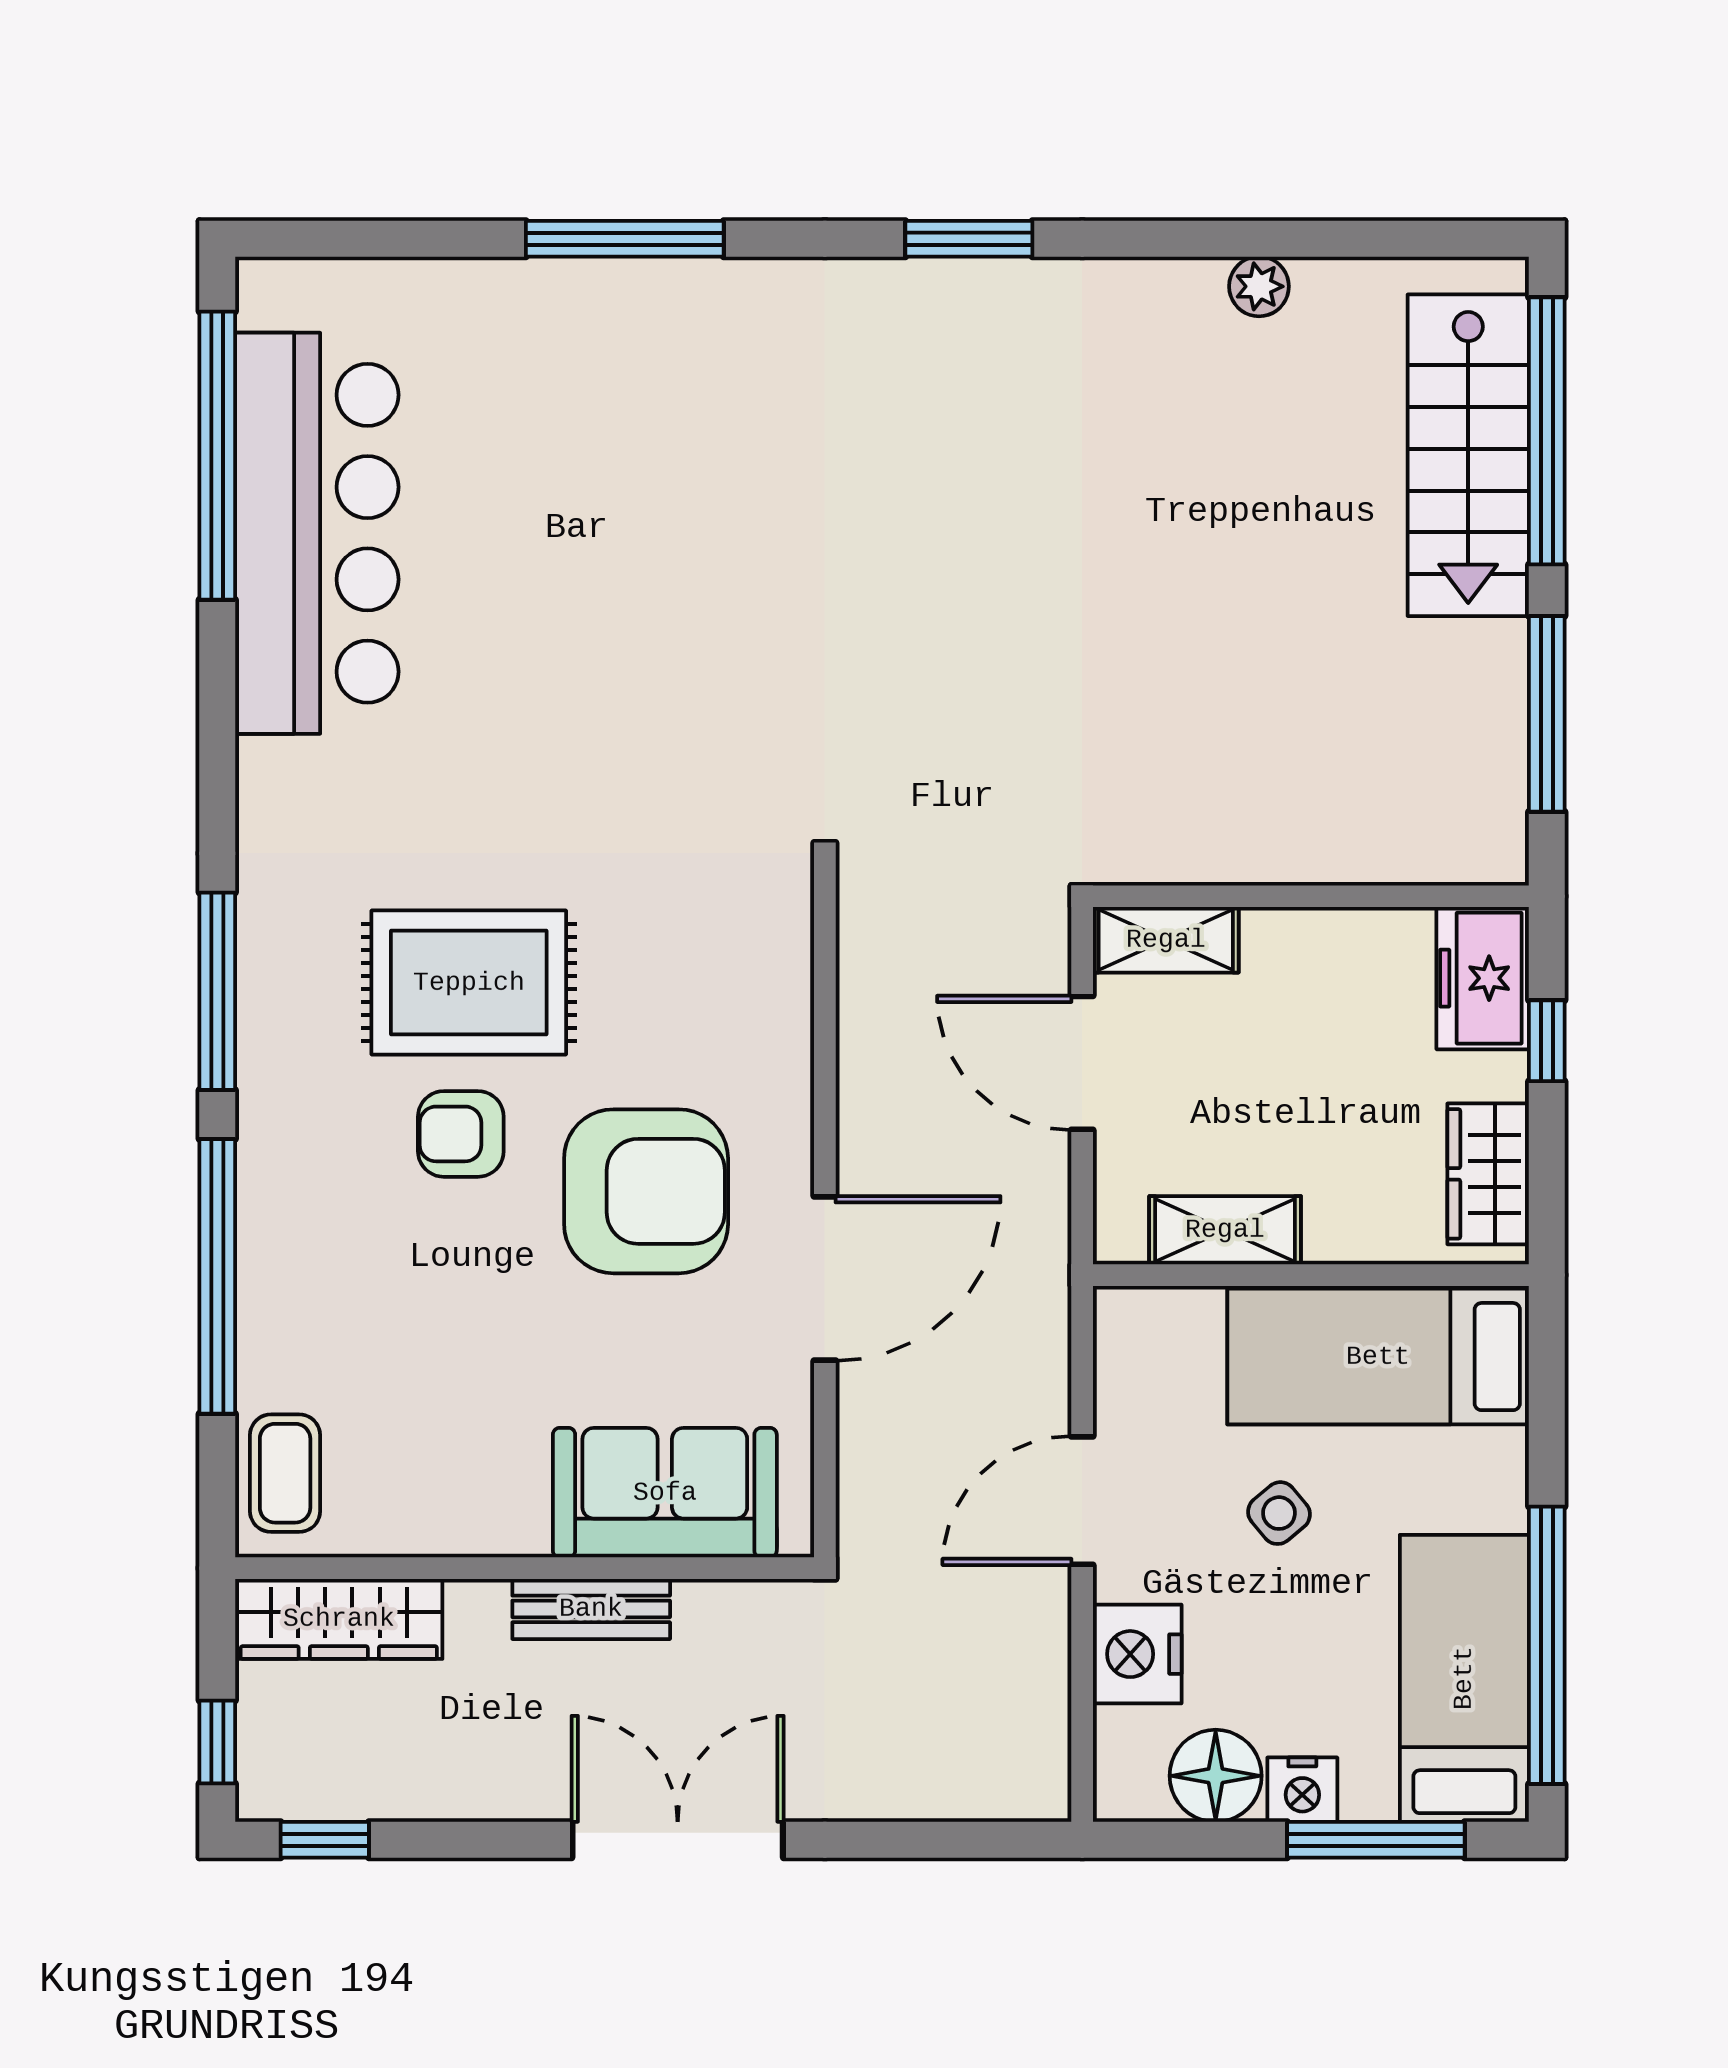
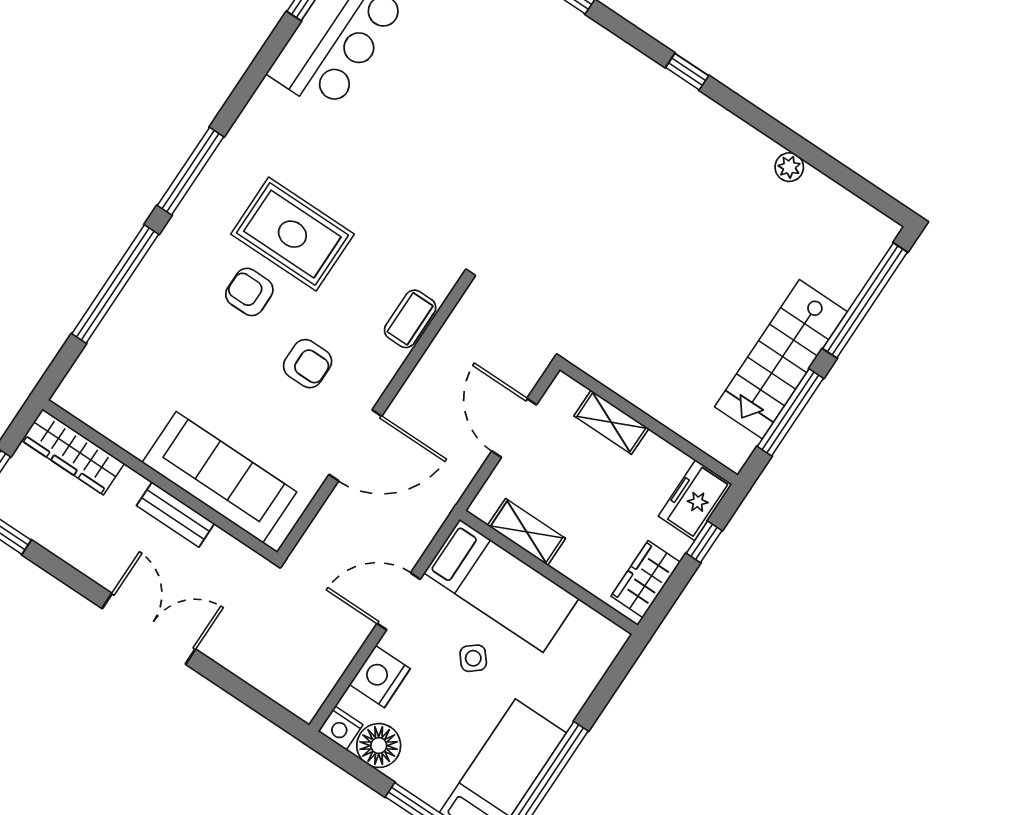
window: (969, 239) -> (687, 72), width x0.67
stairs: (1468, 455) -> (781, 359), moved
shelving: (1166, 940) -> (611, 422), moved
armchair: (646, 1191) -> (308, 364), width x0.53, depth x0.53
bed: (1378, 1357) -> (501, 586), moved, turned 180
coffee table: (285, 1473) -> (410, 319), moved
sofa: (665, 1493) -> (219, 477), width x1.36
nightstand: (1302, 1790) -> (341, 728), moved

